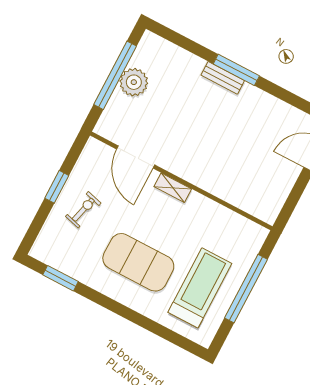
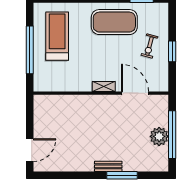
window: (236, 70) -> (122, 175), moved
exercise mat: (138, 262) -> (114, 22), moved
treadmill: (200, 288) -> (57, 36), turned 180

